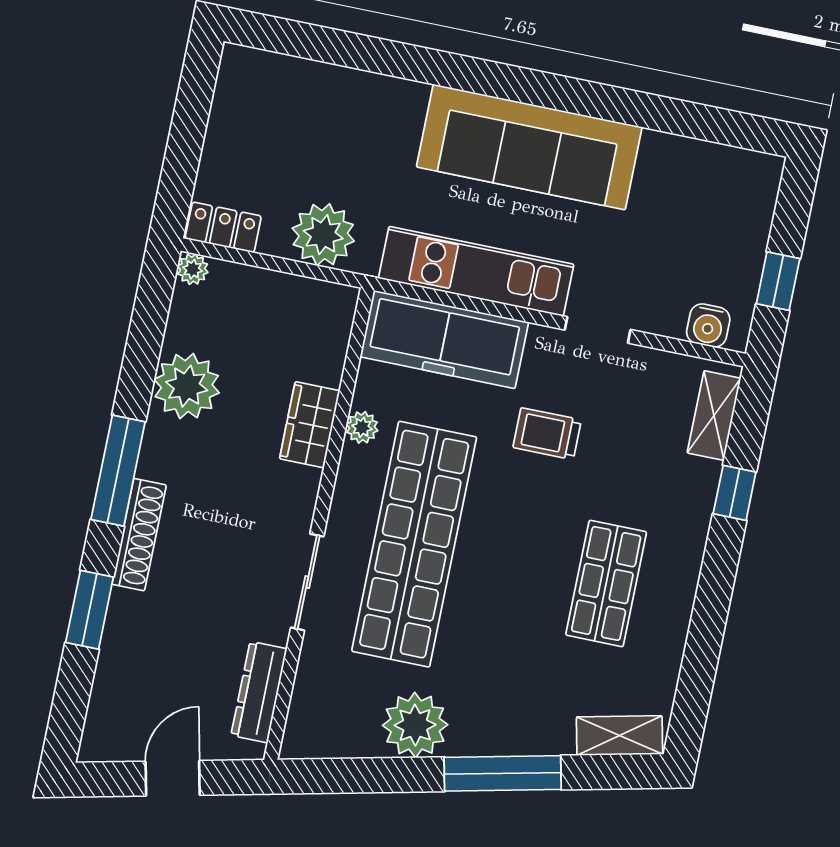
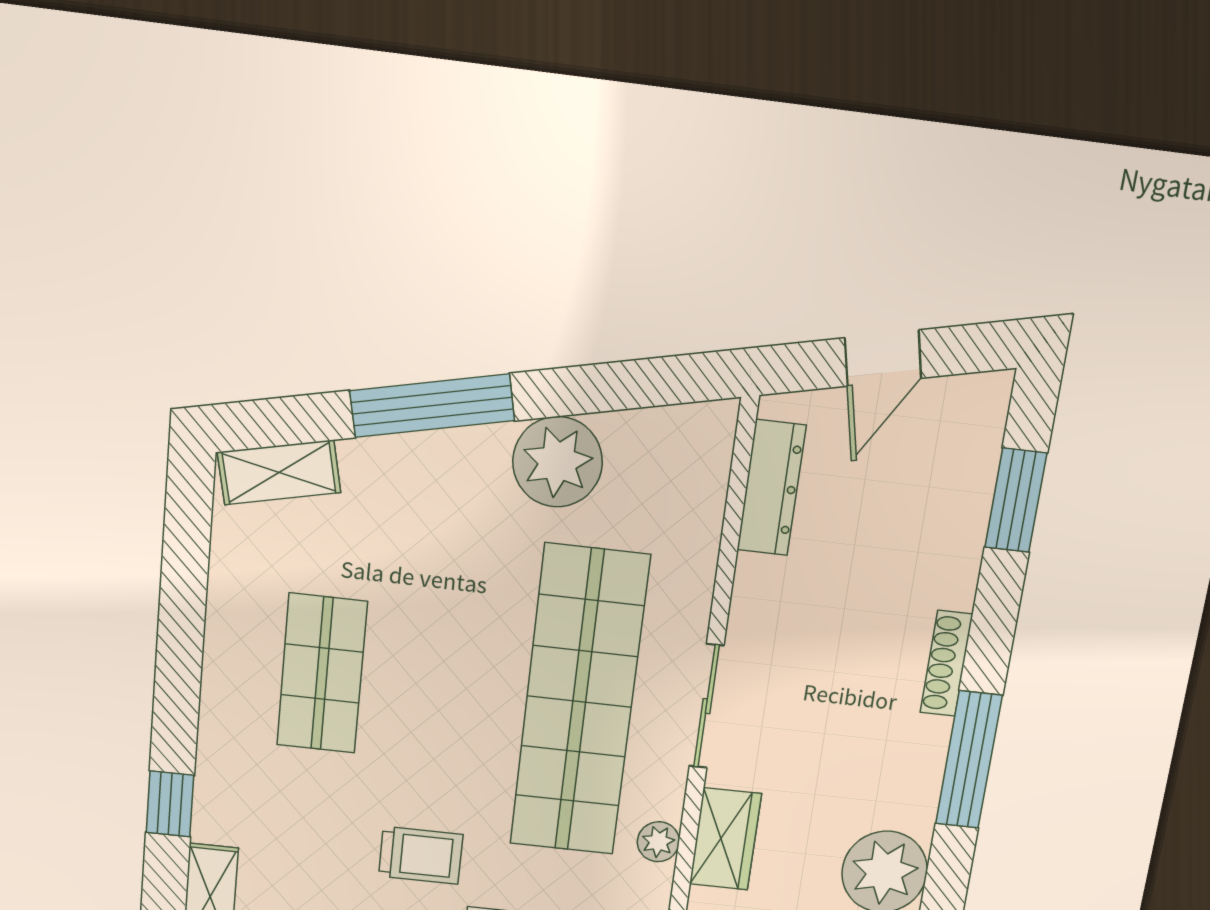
shoe rack: (139, 535) -> (946, 663), width x0.74, depth x0.81
sliding door: (307, 582) -> (707, 706), moved
window: (90, 610) -> (1016, 500), moved

